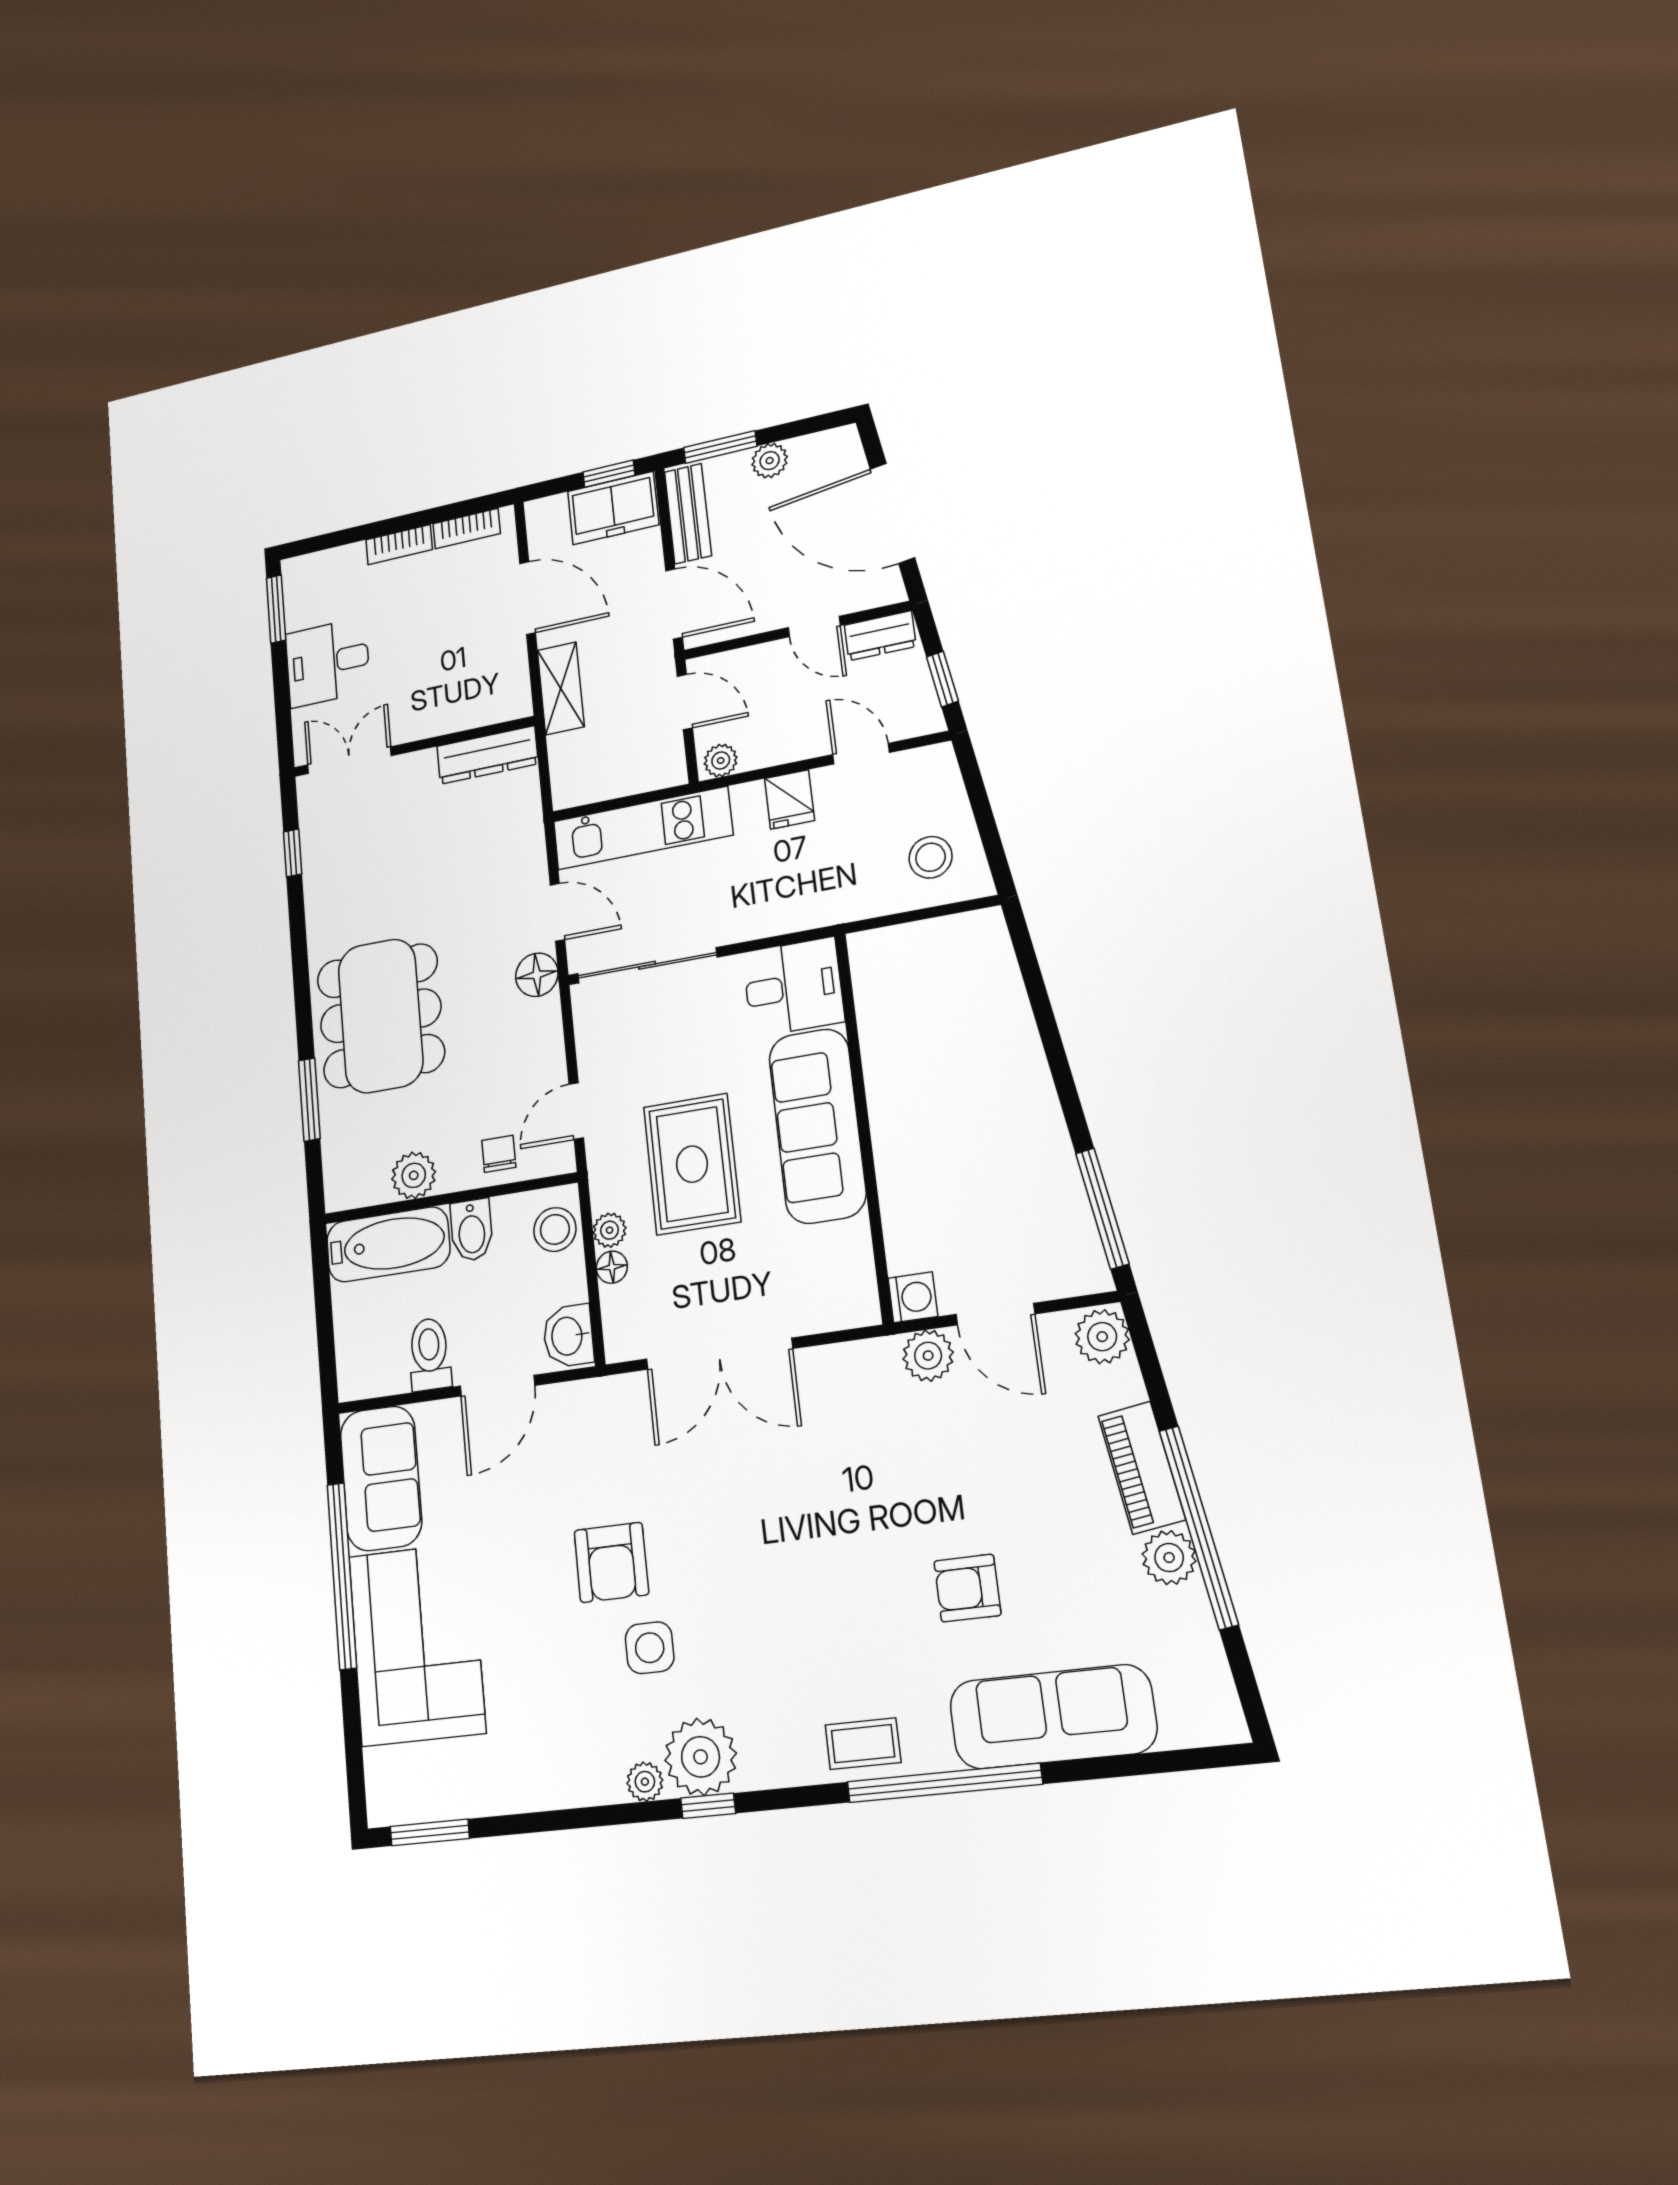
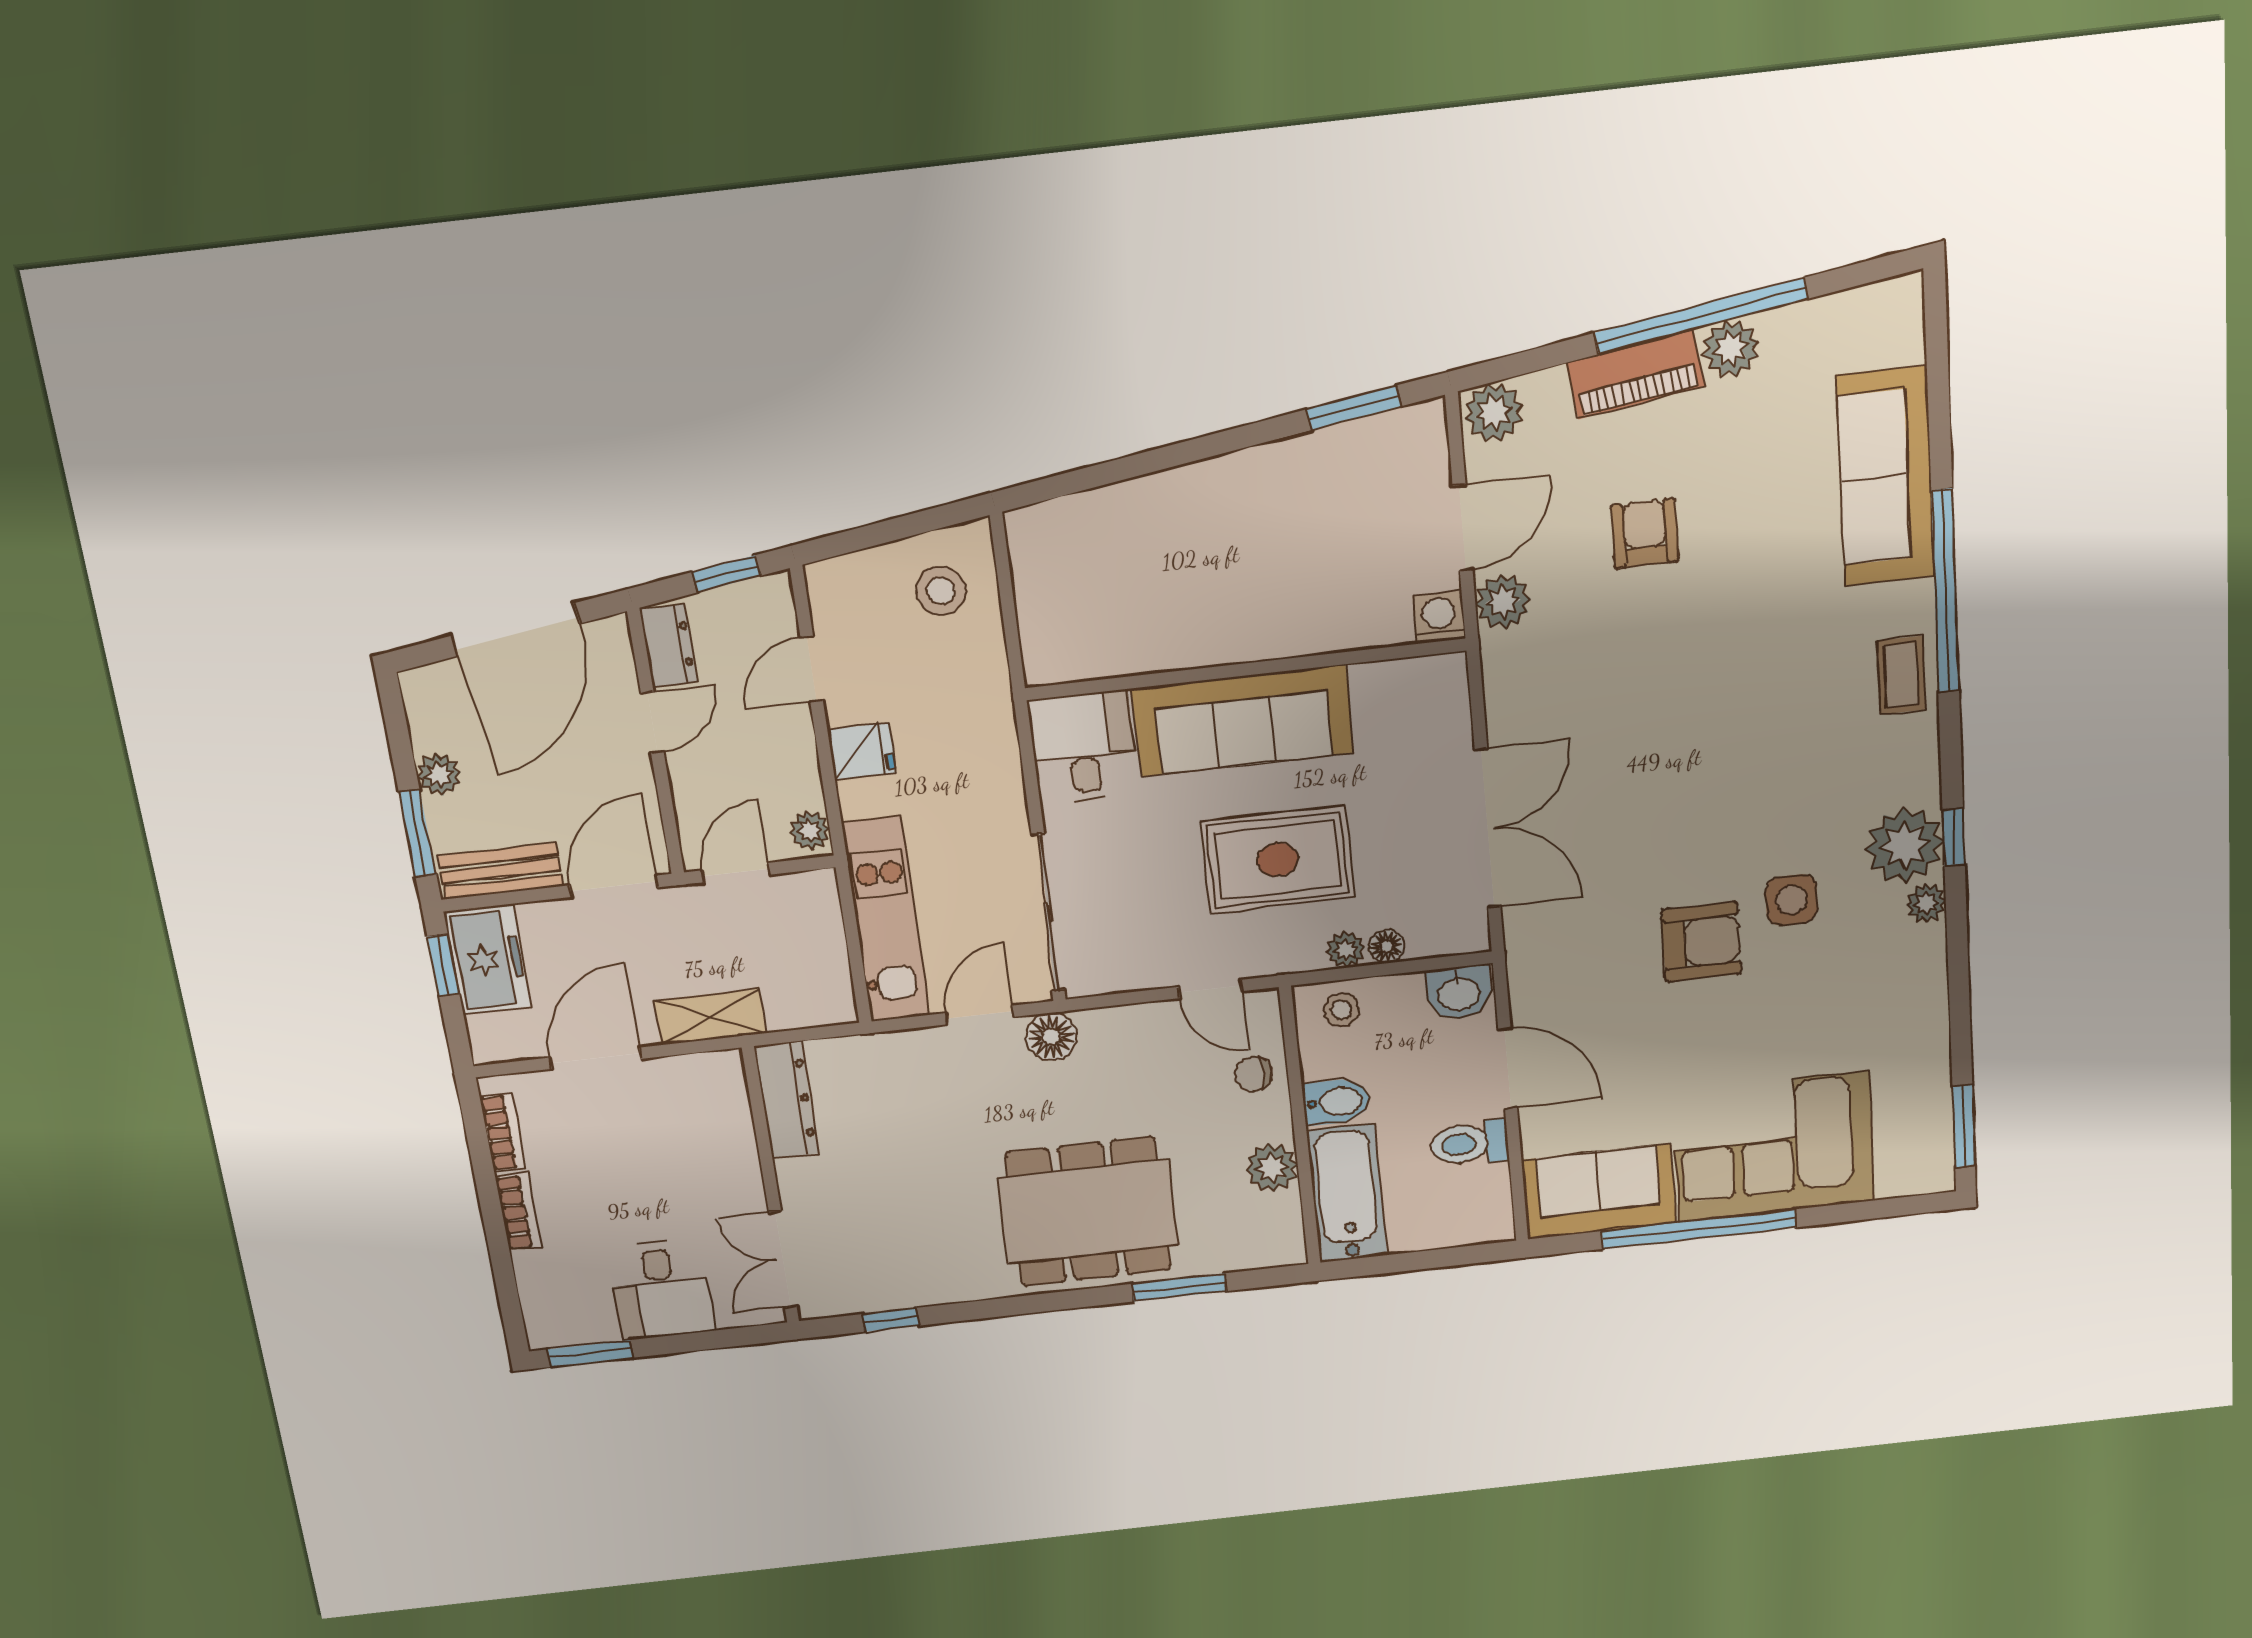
window: (1102, 1208) -> (1354, 408), width x0.69
stool: (555, 1229) -> (1341, 1010), width x0.73, depth x0.73
armchair: (967, 1588) -> (1645, 533), moved, turned 180

